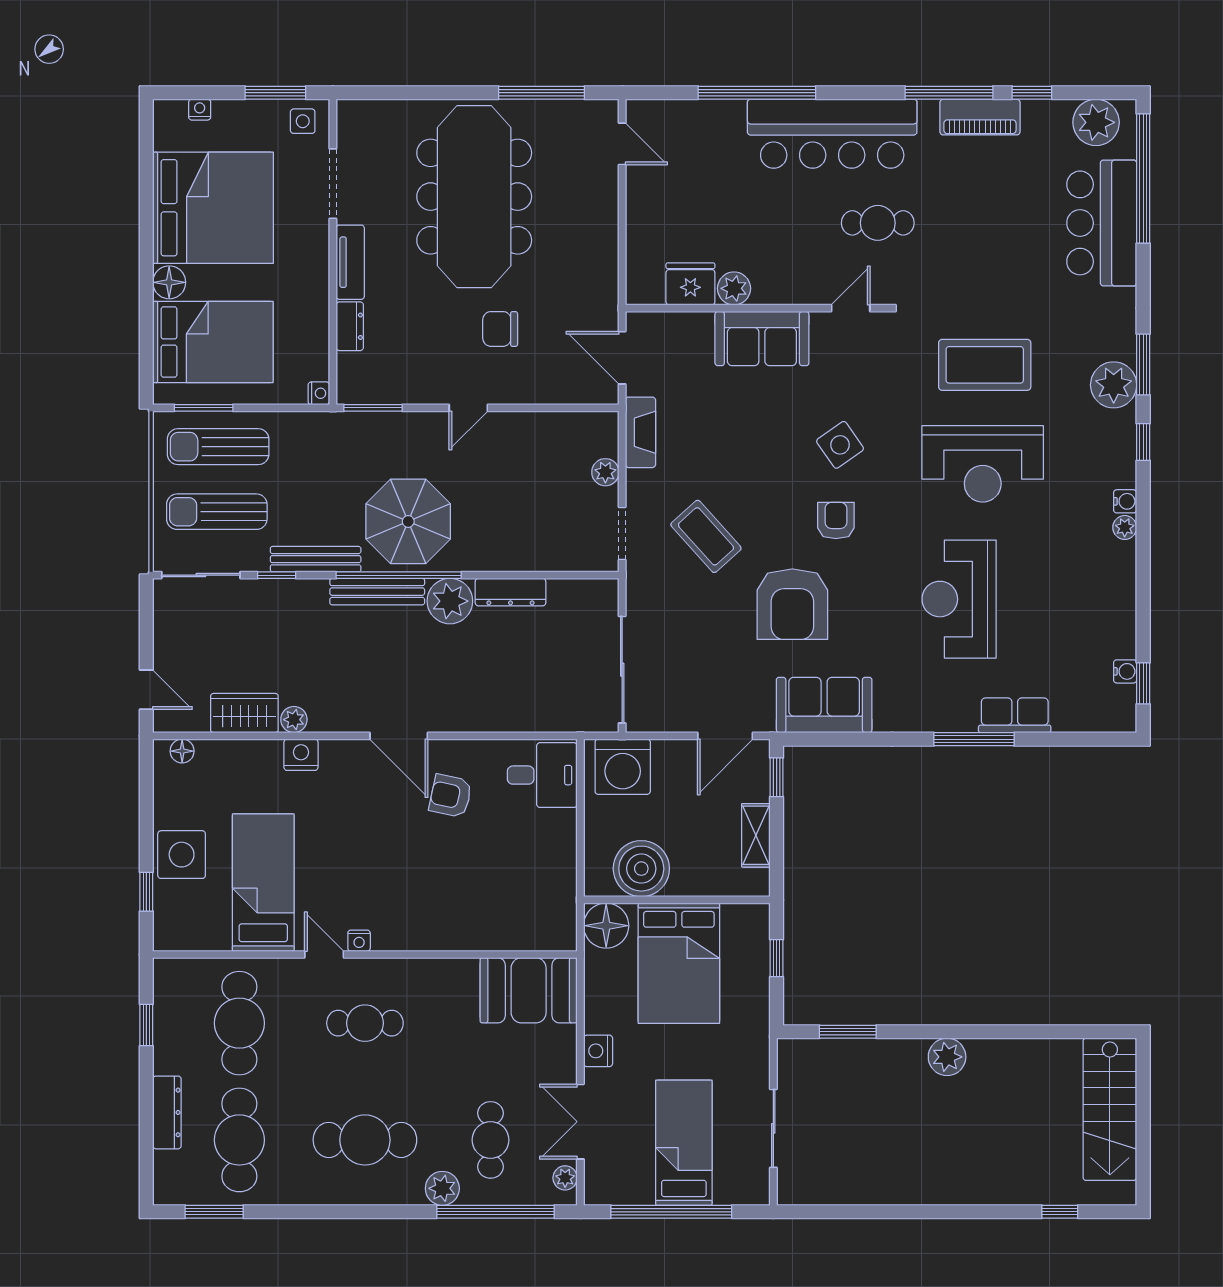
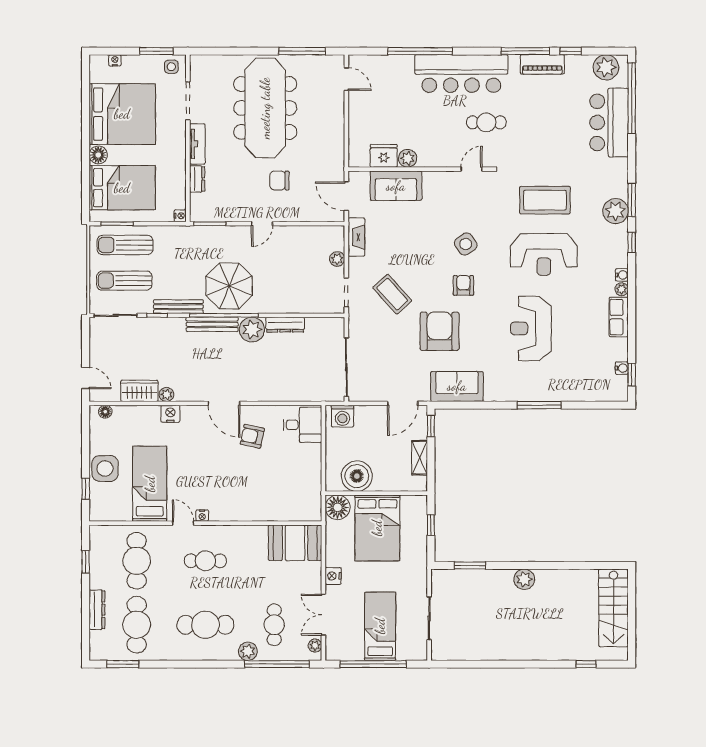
sofa: (762, 339) -> (396, 186), moved
armchair: (792, 604) -> (440, 331), turned 180
row of seats: (1015, 715) -> (619, 317), moved, turned -90
washing machine: (623, 767) -> (342, 416), width x0.73, depth x0.73

